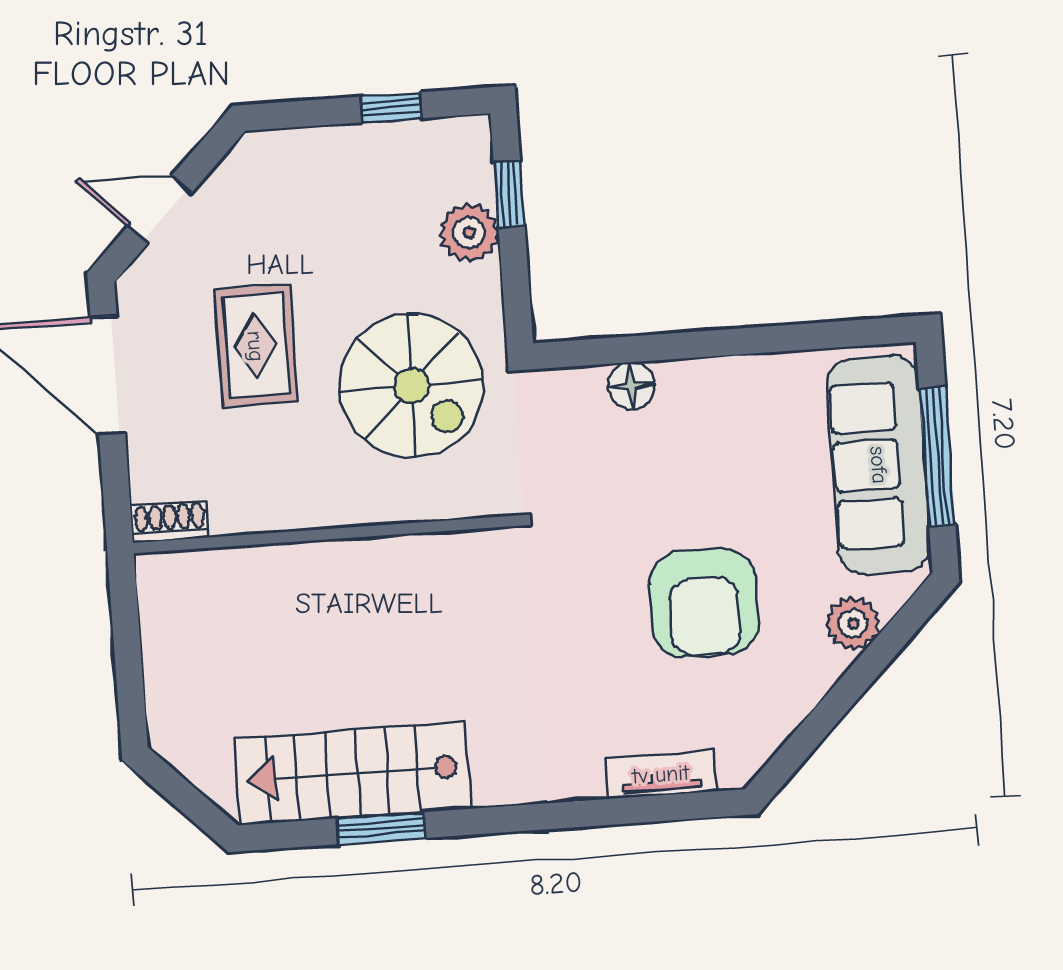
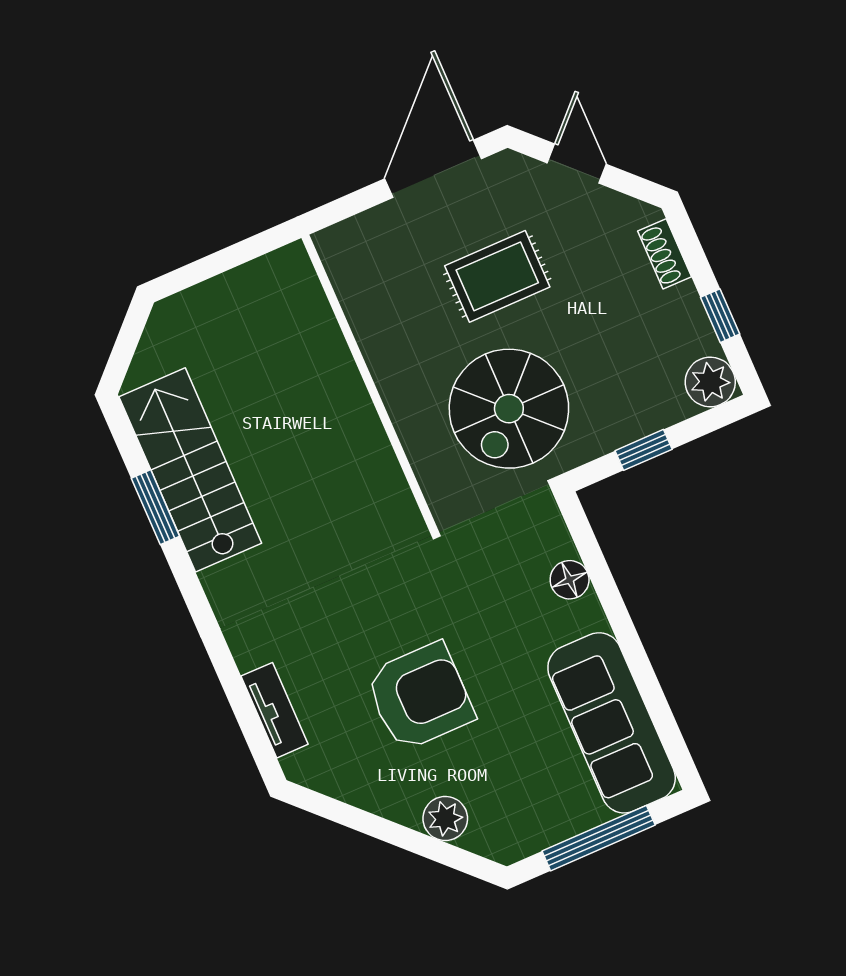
window: (509, 194) -> (644, 450), moved
plant: (469, 232) -> (710, 382), moved
sofa: (879, 465) -> (612, 723), moved, turned -90
shoe rack: (170, 522) -> (665, 254), moved, turned 180
armchair: (704, 603) -> (420, 697), turned 180

